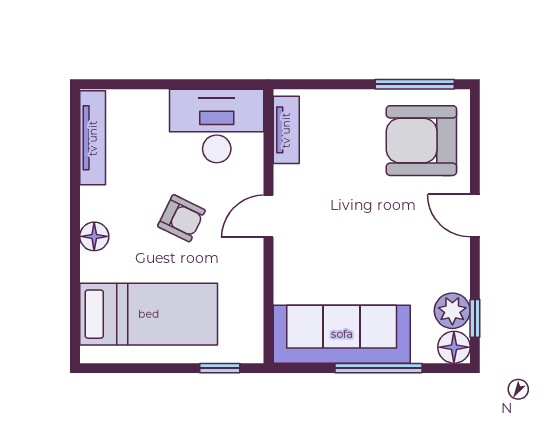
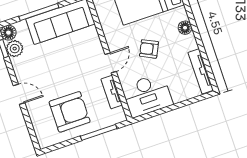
window: (415, 84) -> (99, 132), moved
tv unit: (286, 130) -> (112, 92), moved
armchair: (421, 141) -> (70, 112), moved

